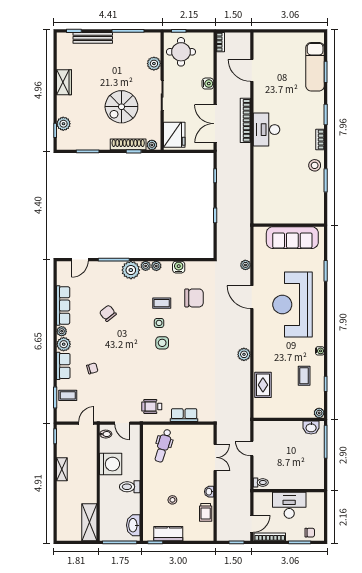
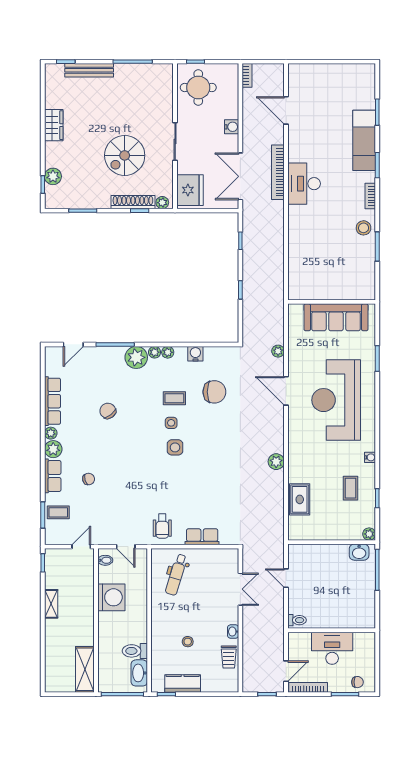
plant: (154, 64) -> (165, 102), removed
exam couch: (315, 67) -> (364, 140), moved
wheelchair: (152, 406) -> (162, 526), turned -90
toilet: (130, 487) -> (135, 651), moved

